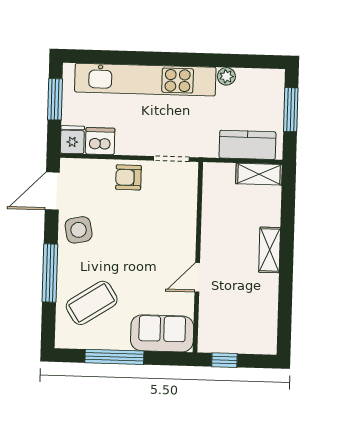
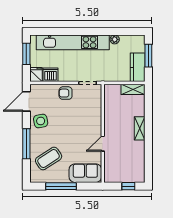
kitchen counter: (247, 145) -> (138, 67), moved, turned -90
window: (224, 360) -> (128, 186), moved

